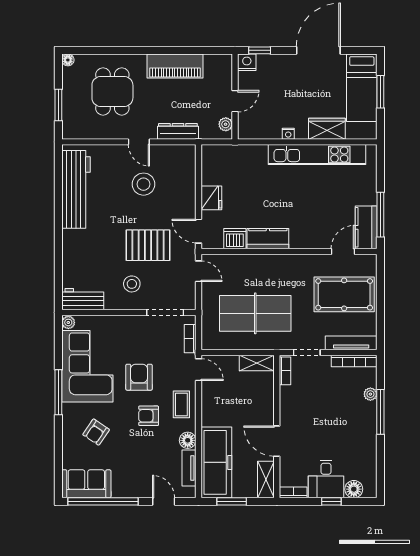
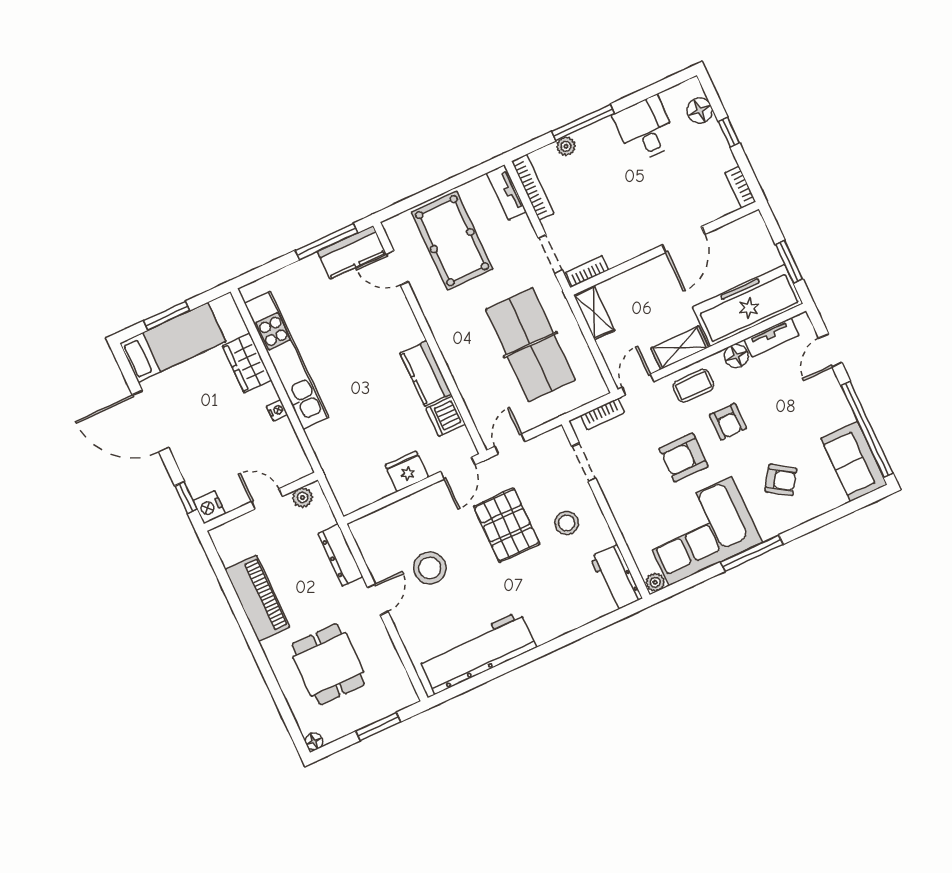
dining table: (112, 91) -> (328, 664), turned 90
doorway: (165, 313) -> (584, 462), width x0.73
tv unit: (351, 343) -> (507, 192), width x0.71
shelving: (266, 479) -> (680, 348), moved
desk: (326, 479) -> (645, 129), moved, turned -90

